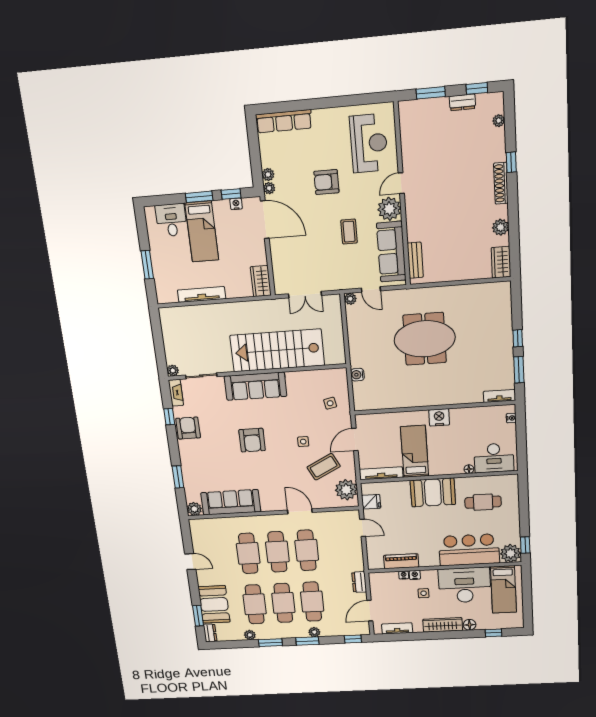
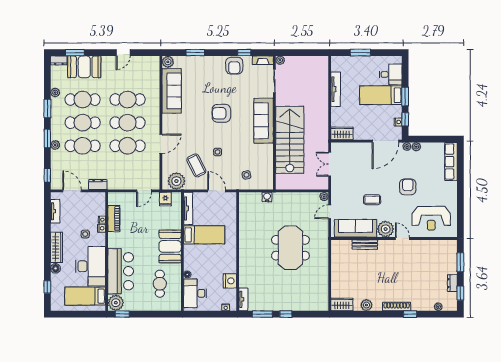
bench: (415, 260) -> (365, 245), moved
nightstand: (439, 417) -> (230, 281), moved
armchair: (188, 428) -> (234, 66), turned 90

